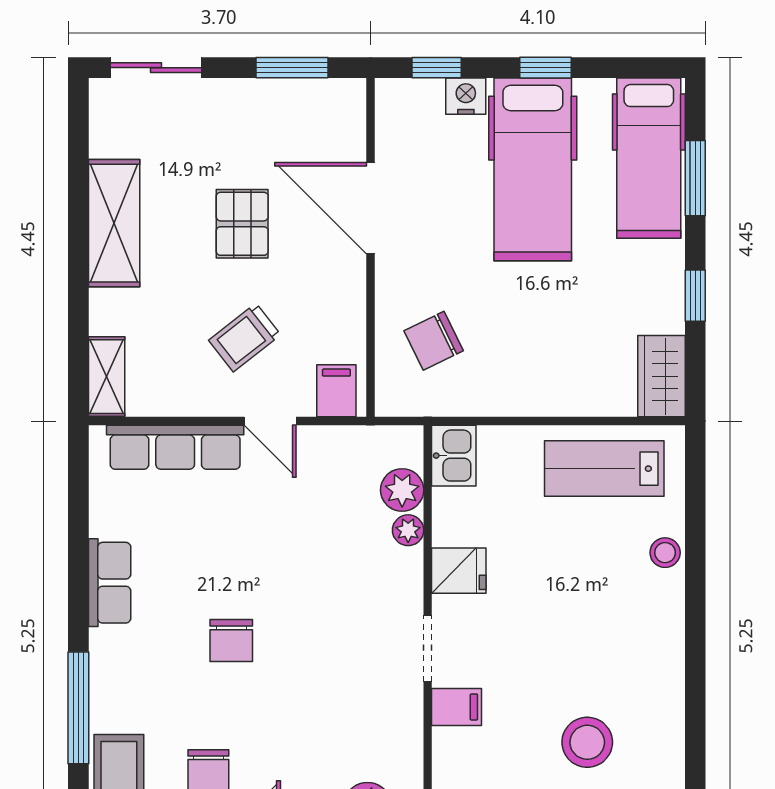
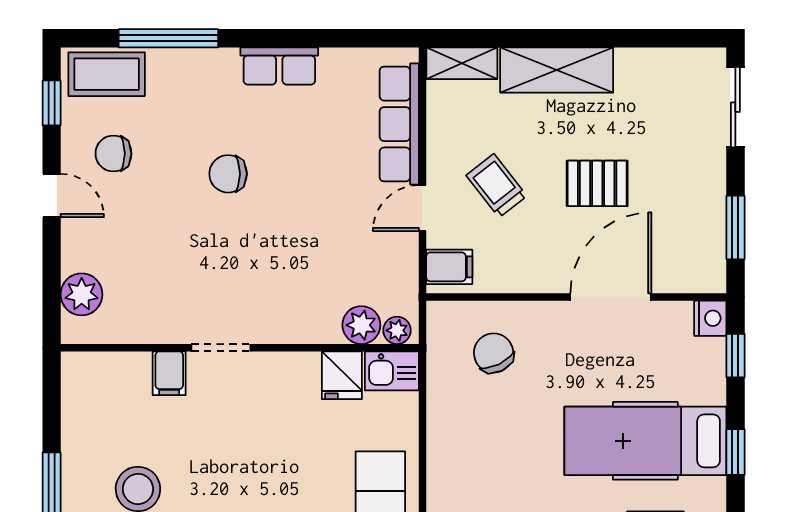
nightstand: (466, 96) -> (710, 318), moved
shelving: (114, 223) -> (557, 70), moved
plant: (408, 530) -> (397, 330), moved
fridge: (459, 571) -> (342, 375), moved

